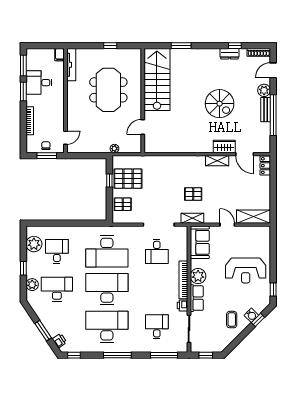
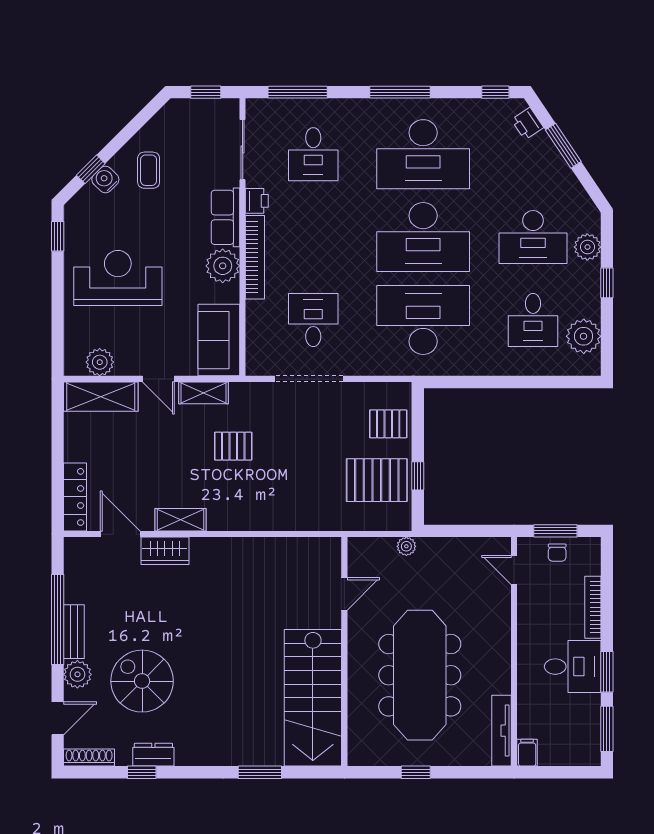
desk: (39, 83) -> (573, 667), moved
meeting table: (108, 90) -> (420, 675), width x1.36
spiral stairs: (220, 104) -> (142, 681), moved
door: (66, 138) -> (514, 570), hinge flipped
locker: (265, 166) -> (75, 497), width x1.53
shelving: (192, 218) -> (204, 393), moved
plant: (254, 232) -> (100, 362), added

